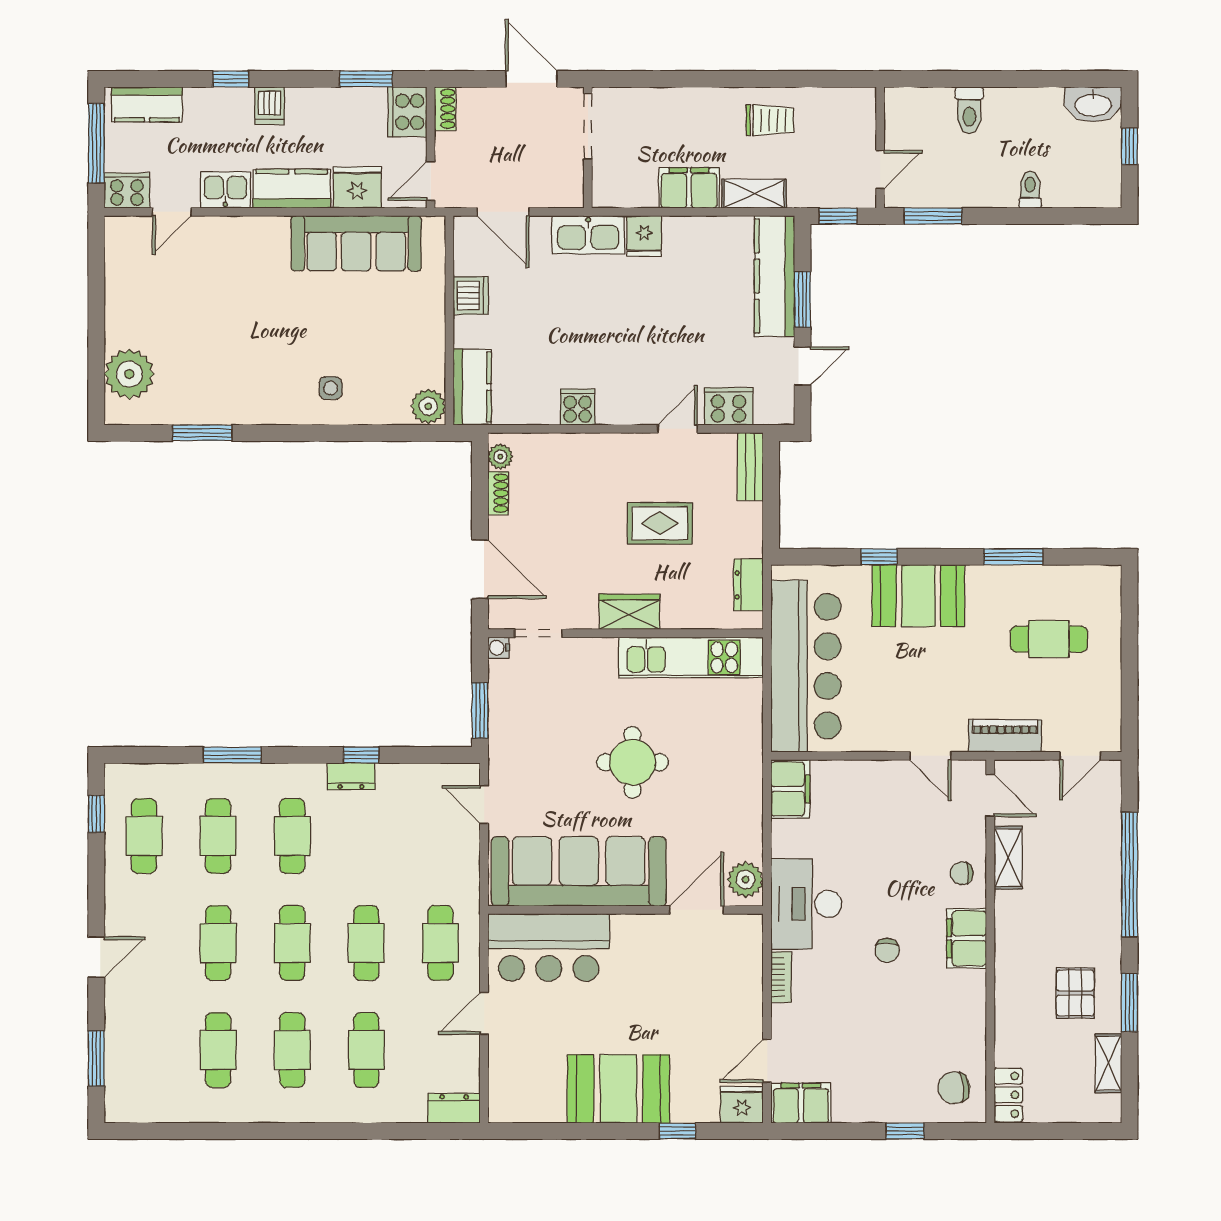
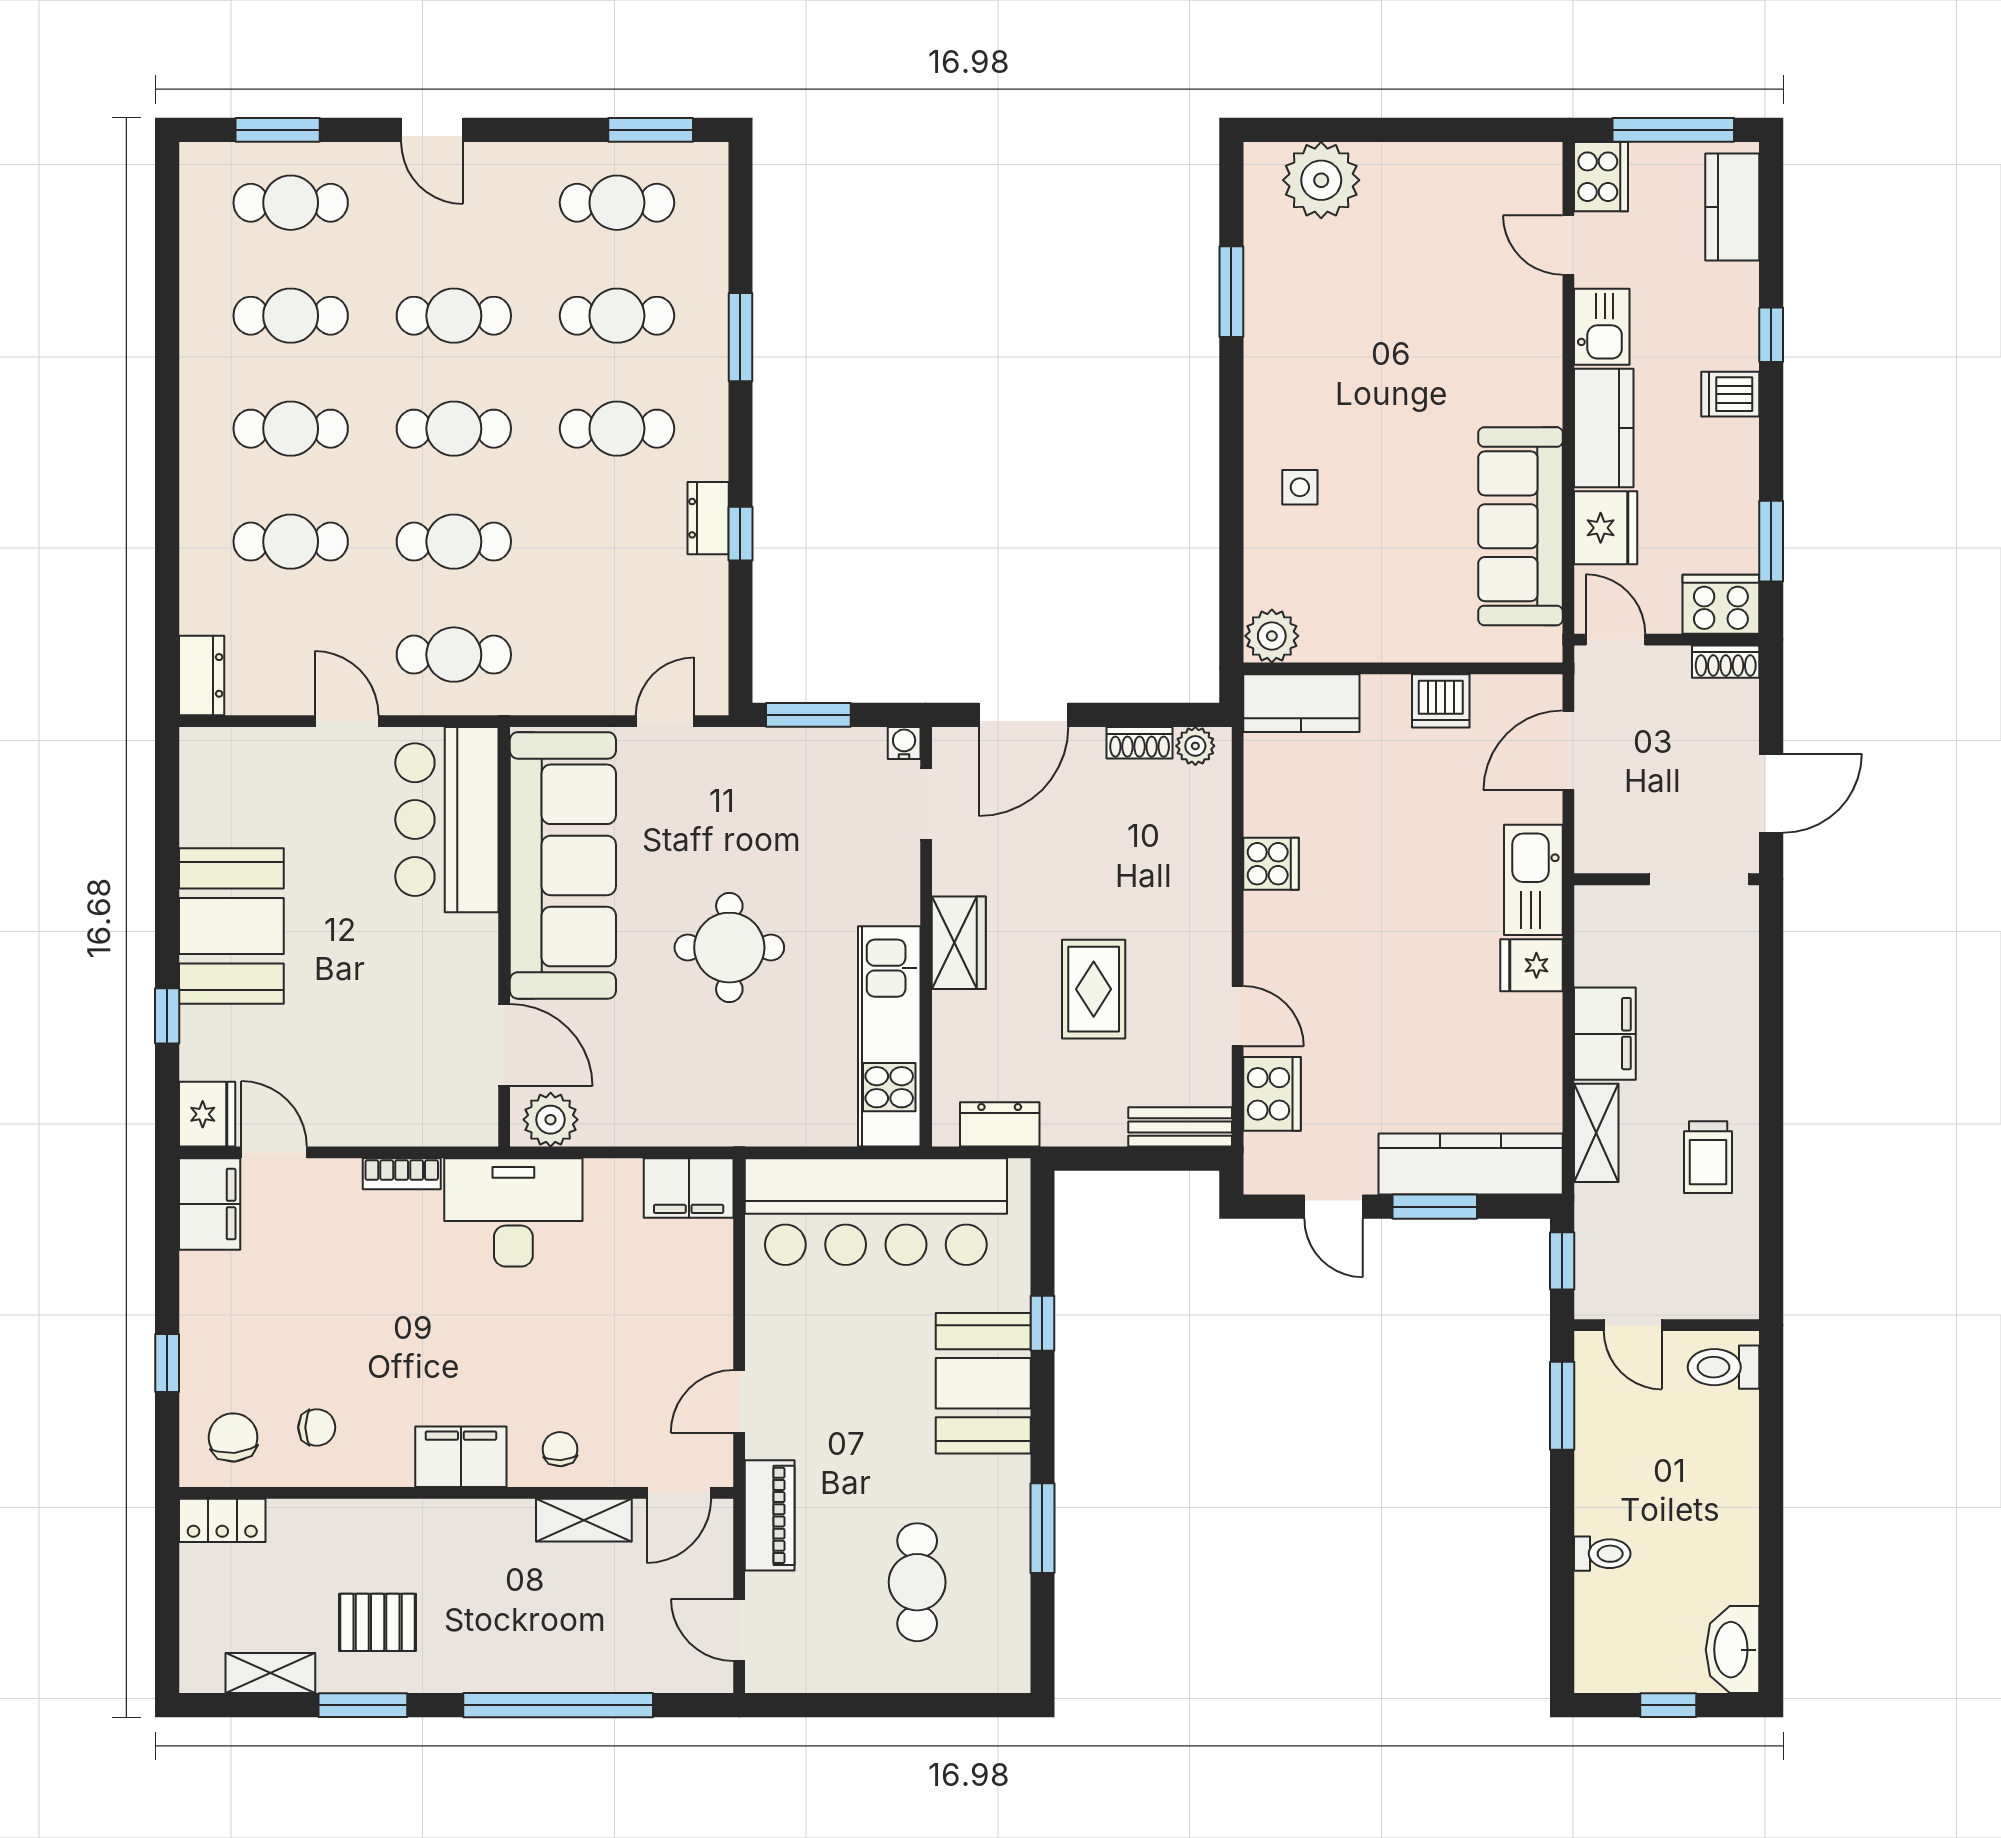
toilet: (969, 110) -> (1723, 1367), moved
window: (96, 814) -> (651, 130), width x1.50
chair: (887, 950) -> (317, 1427), moved, turned 180
cafe table: (144, 1050) -> (291, 203), added

